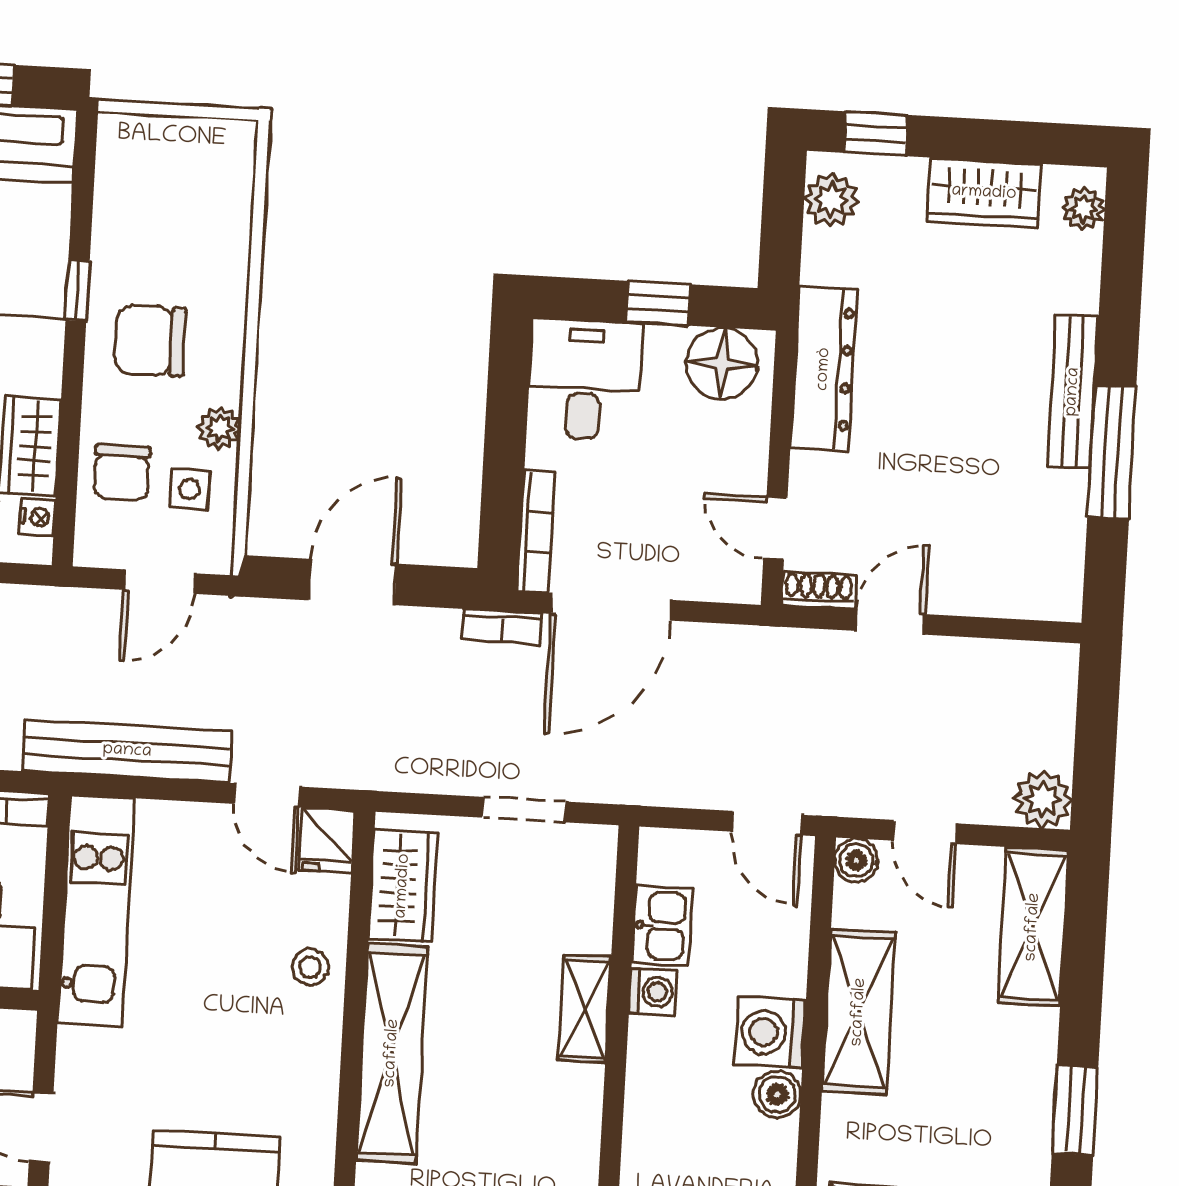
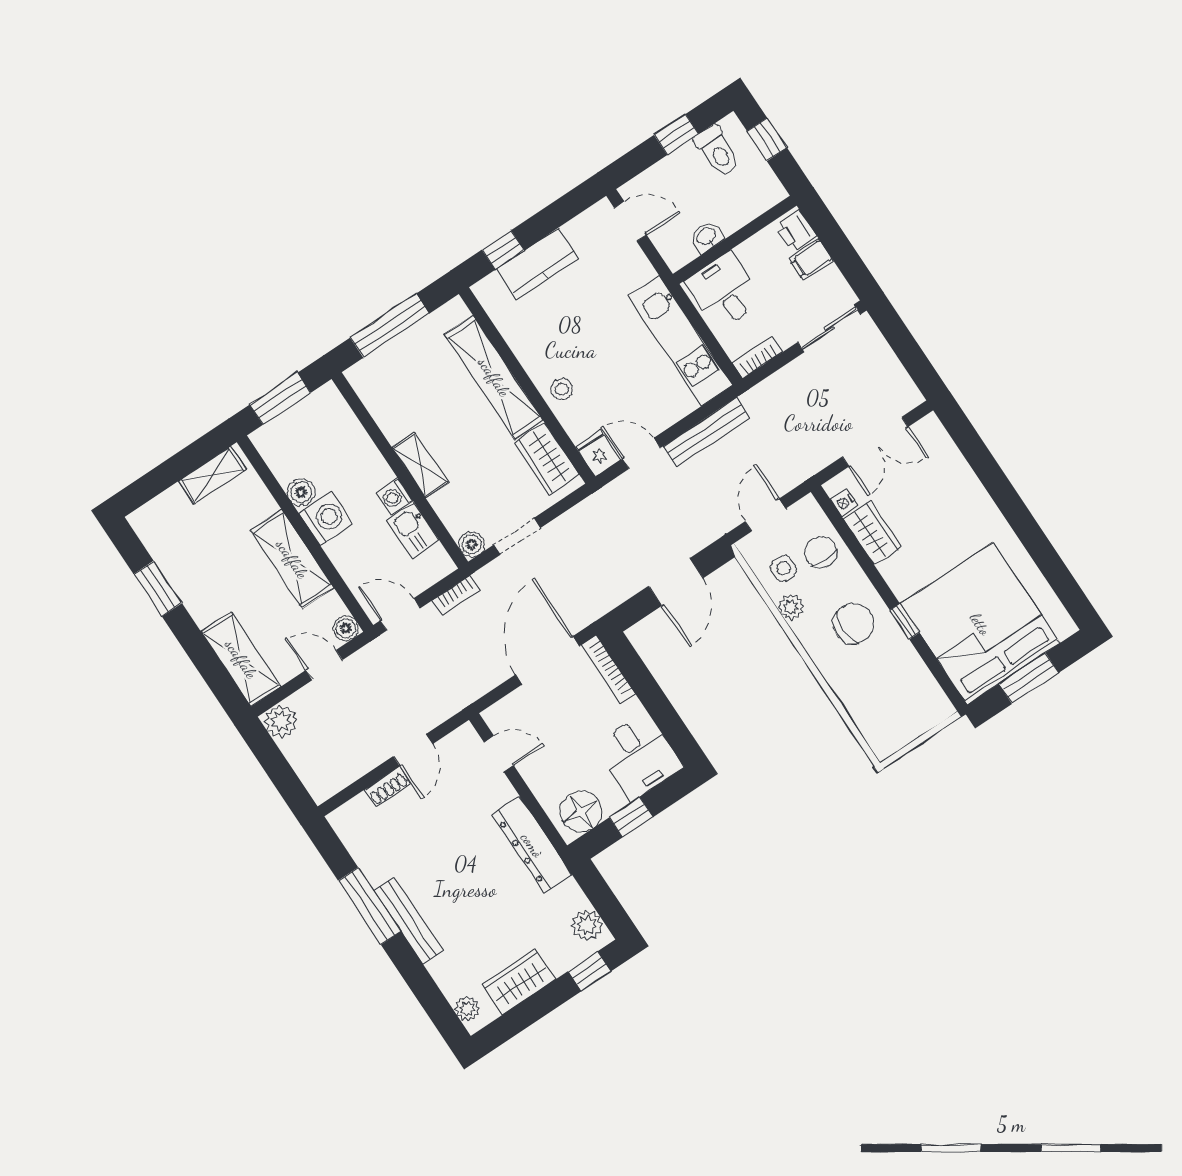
shoe rack: (819, 590) -> (387, 787), moved
bookcase: (502, 627) -> (456, 595), moved, turned 180
bench: (127, 751) -> (707, 432), width x0.73, depth x0.82
boiler: (596, 846) -> (472, 544), added

